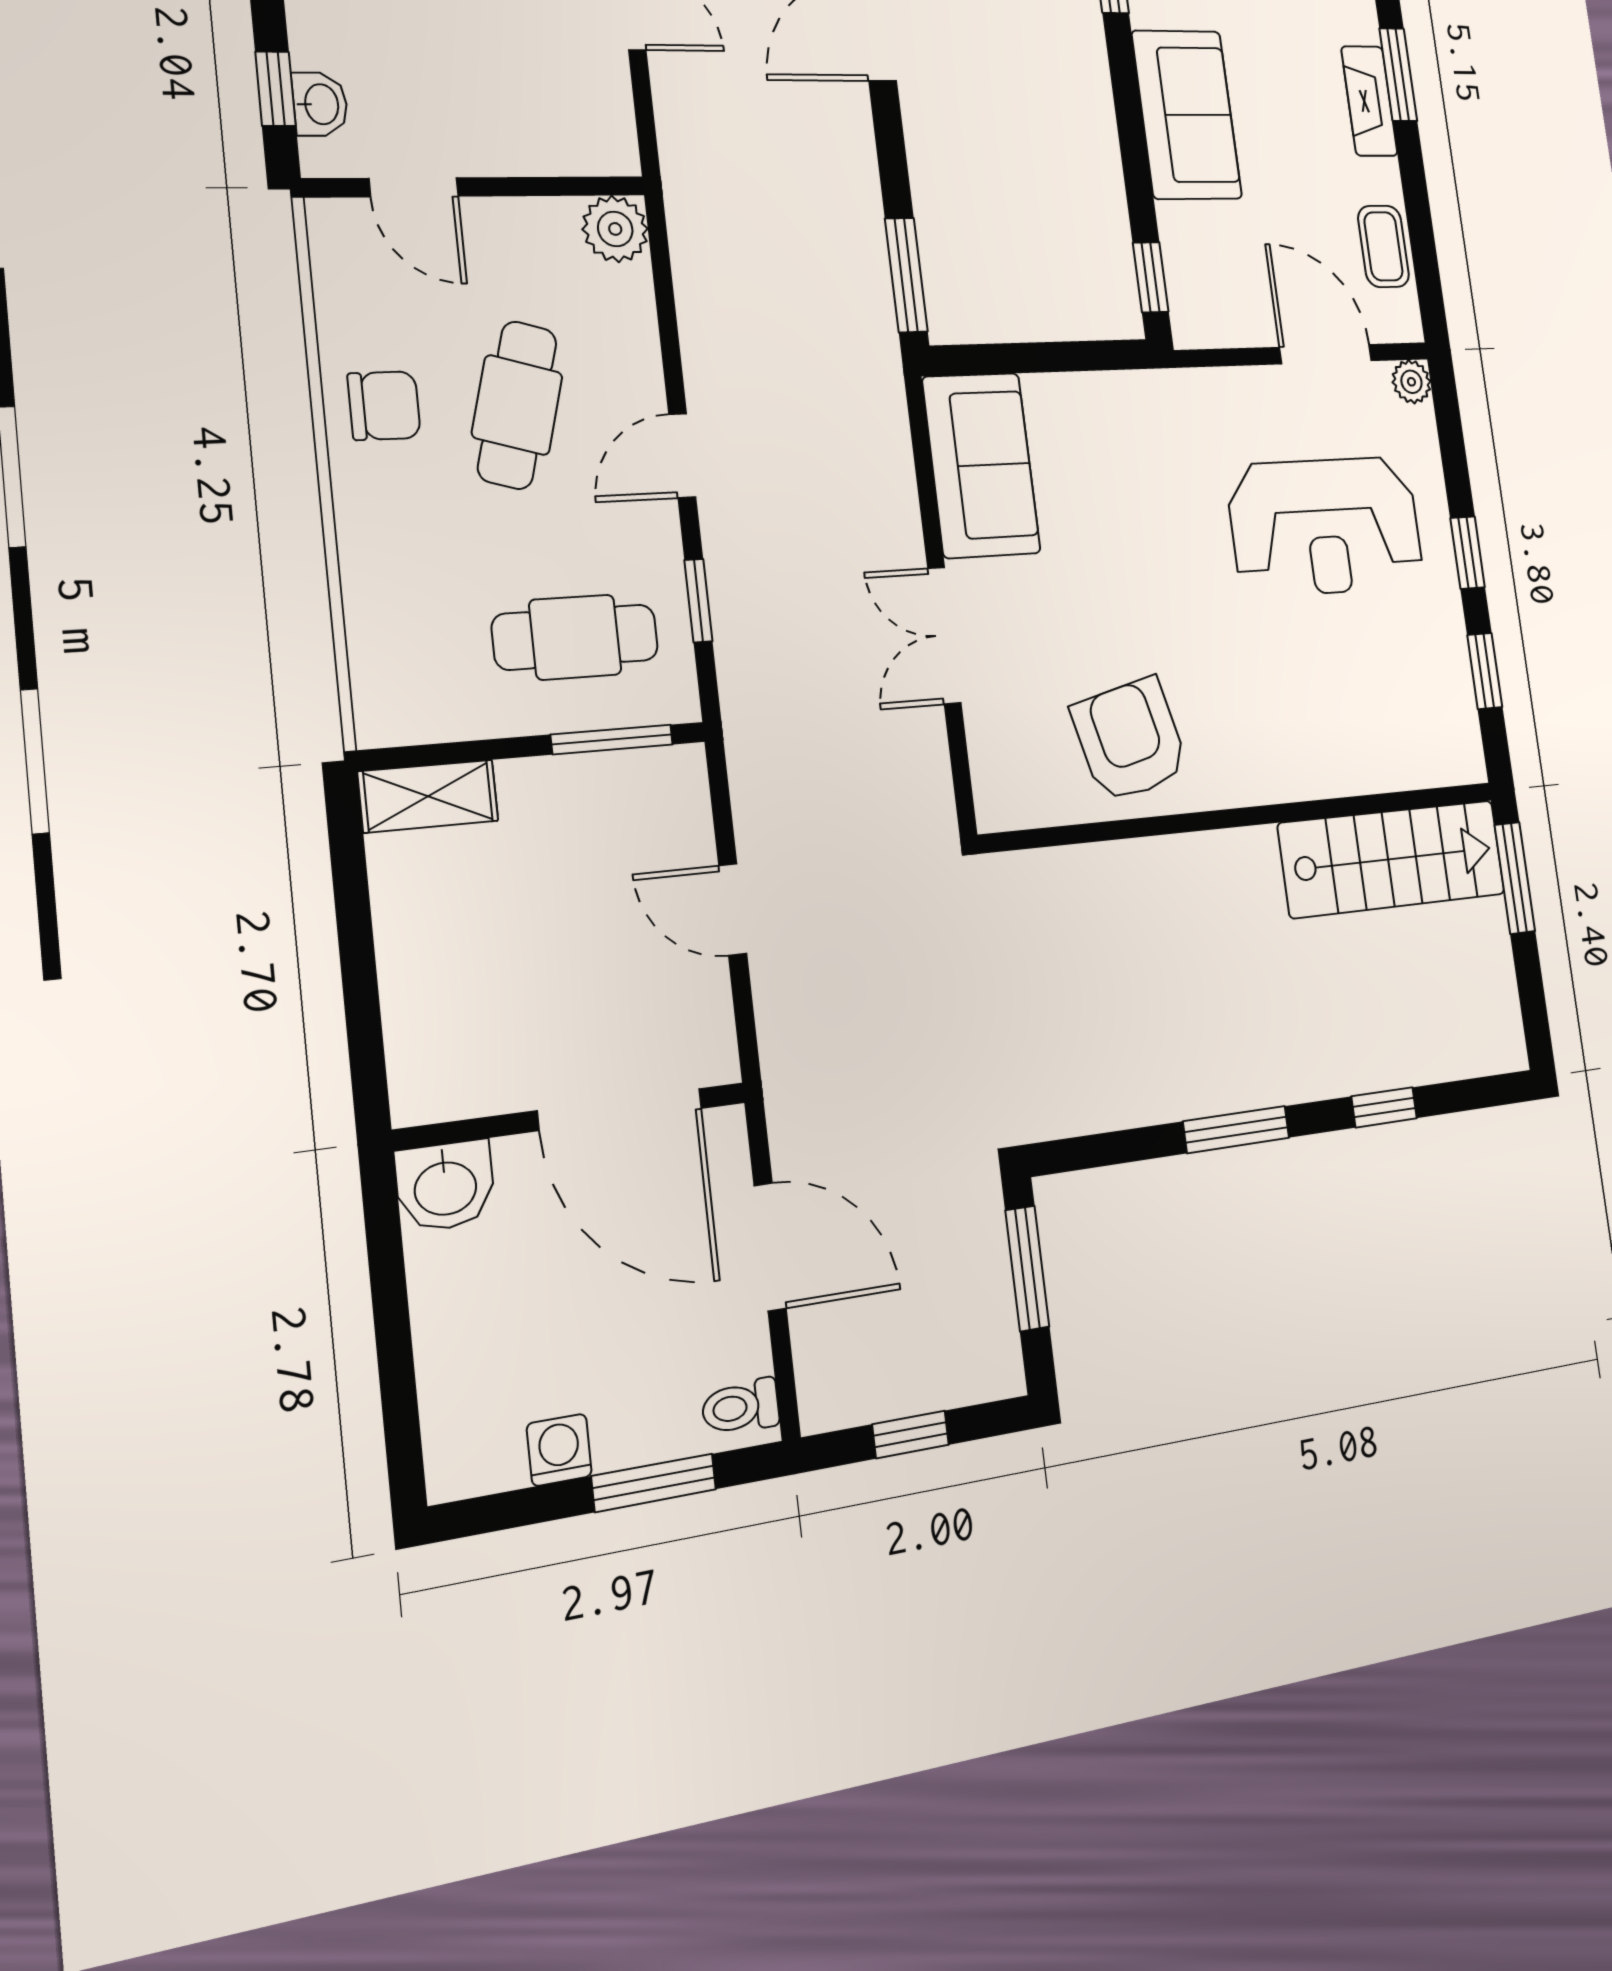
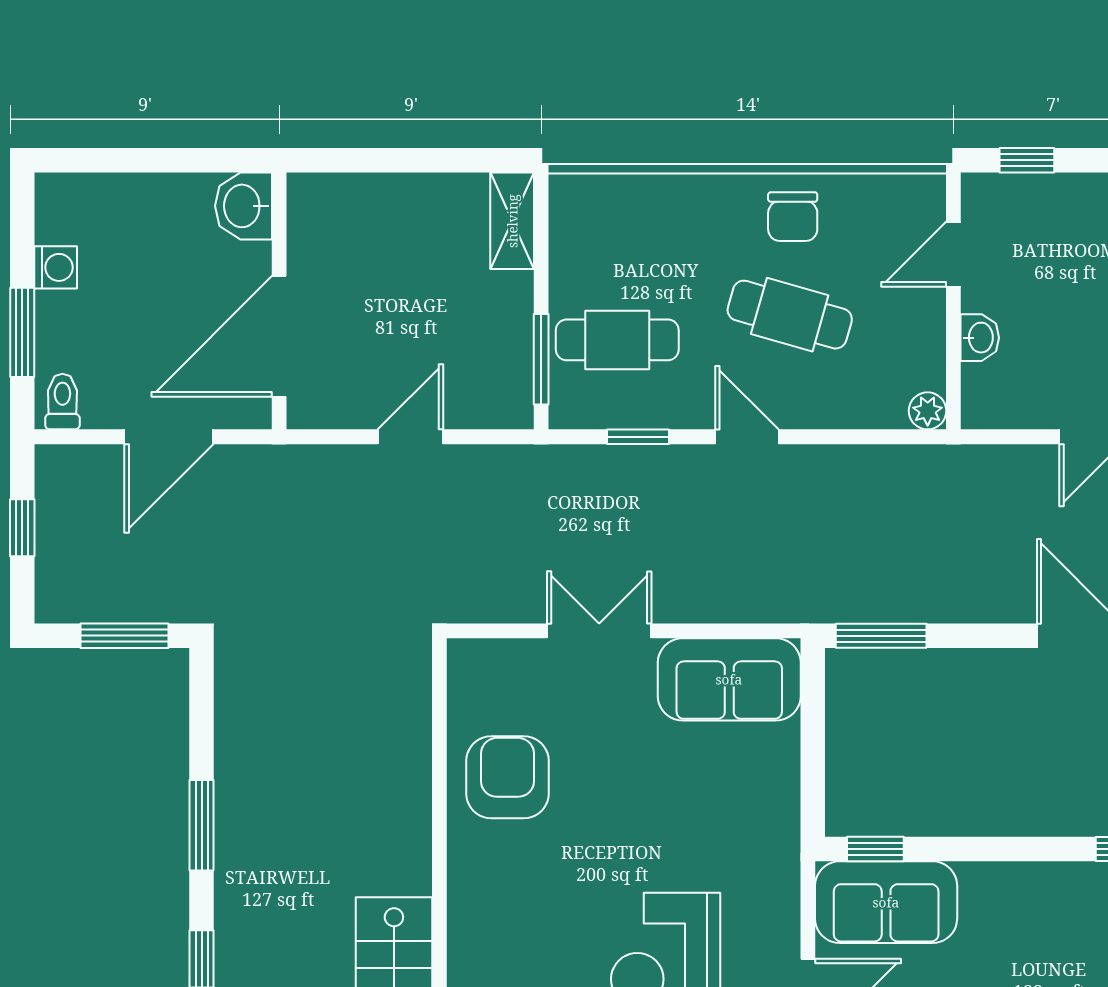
washbasin: (320, 104) -> (980, 338), moved, turned -90
sofa: (1187, 115) -> (886, 902), moved
plant: (615, 229) -> (928, 411), width x0.73, depth x0.73
cafe table: (575, 637) -> (617, 340), turned 90
armchair: (1130, 740) -> (507, 777), turned -76

